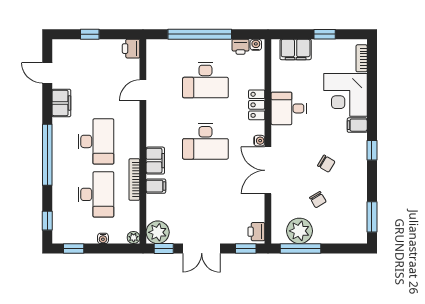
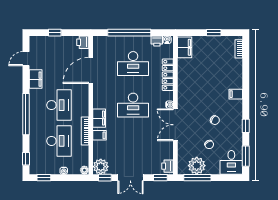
filing cabinet: (296, 49) -> (185, 47), moved, turned -90
door: (47, 73) -> (26, 59), hinge flipped
door: (143, 90) -> (91, 70), width x1.87
corner desk: (345, 95) -> (228, 74), removed
locker: (257, 105) -> (168, 75), width x1.53
desk: (289, 108) -> (231, 162), moved, turned -90
window: (372, 150) -> (246, 126), moved

